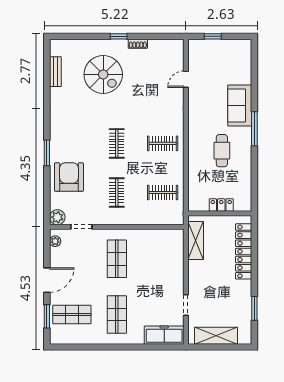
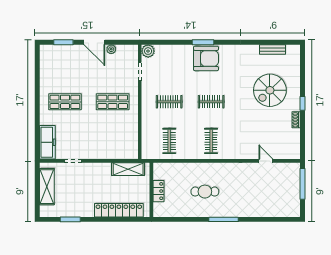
window: (213, 36) -> (302, 184), width x2.17
sofa: (240, 105) -> (243, 207), removed
armchair: (69, 177) -> (206, 58), moved
plant: (55, 241) -> (111, 49), moved
shop shelf: (72, 315) -> (65, 63), removed

